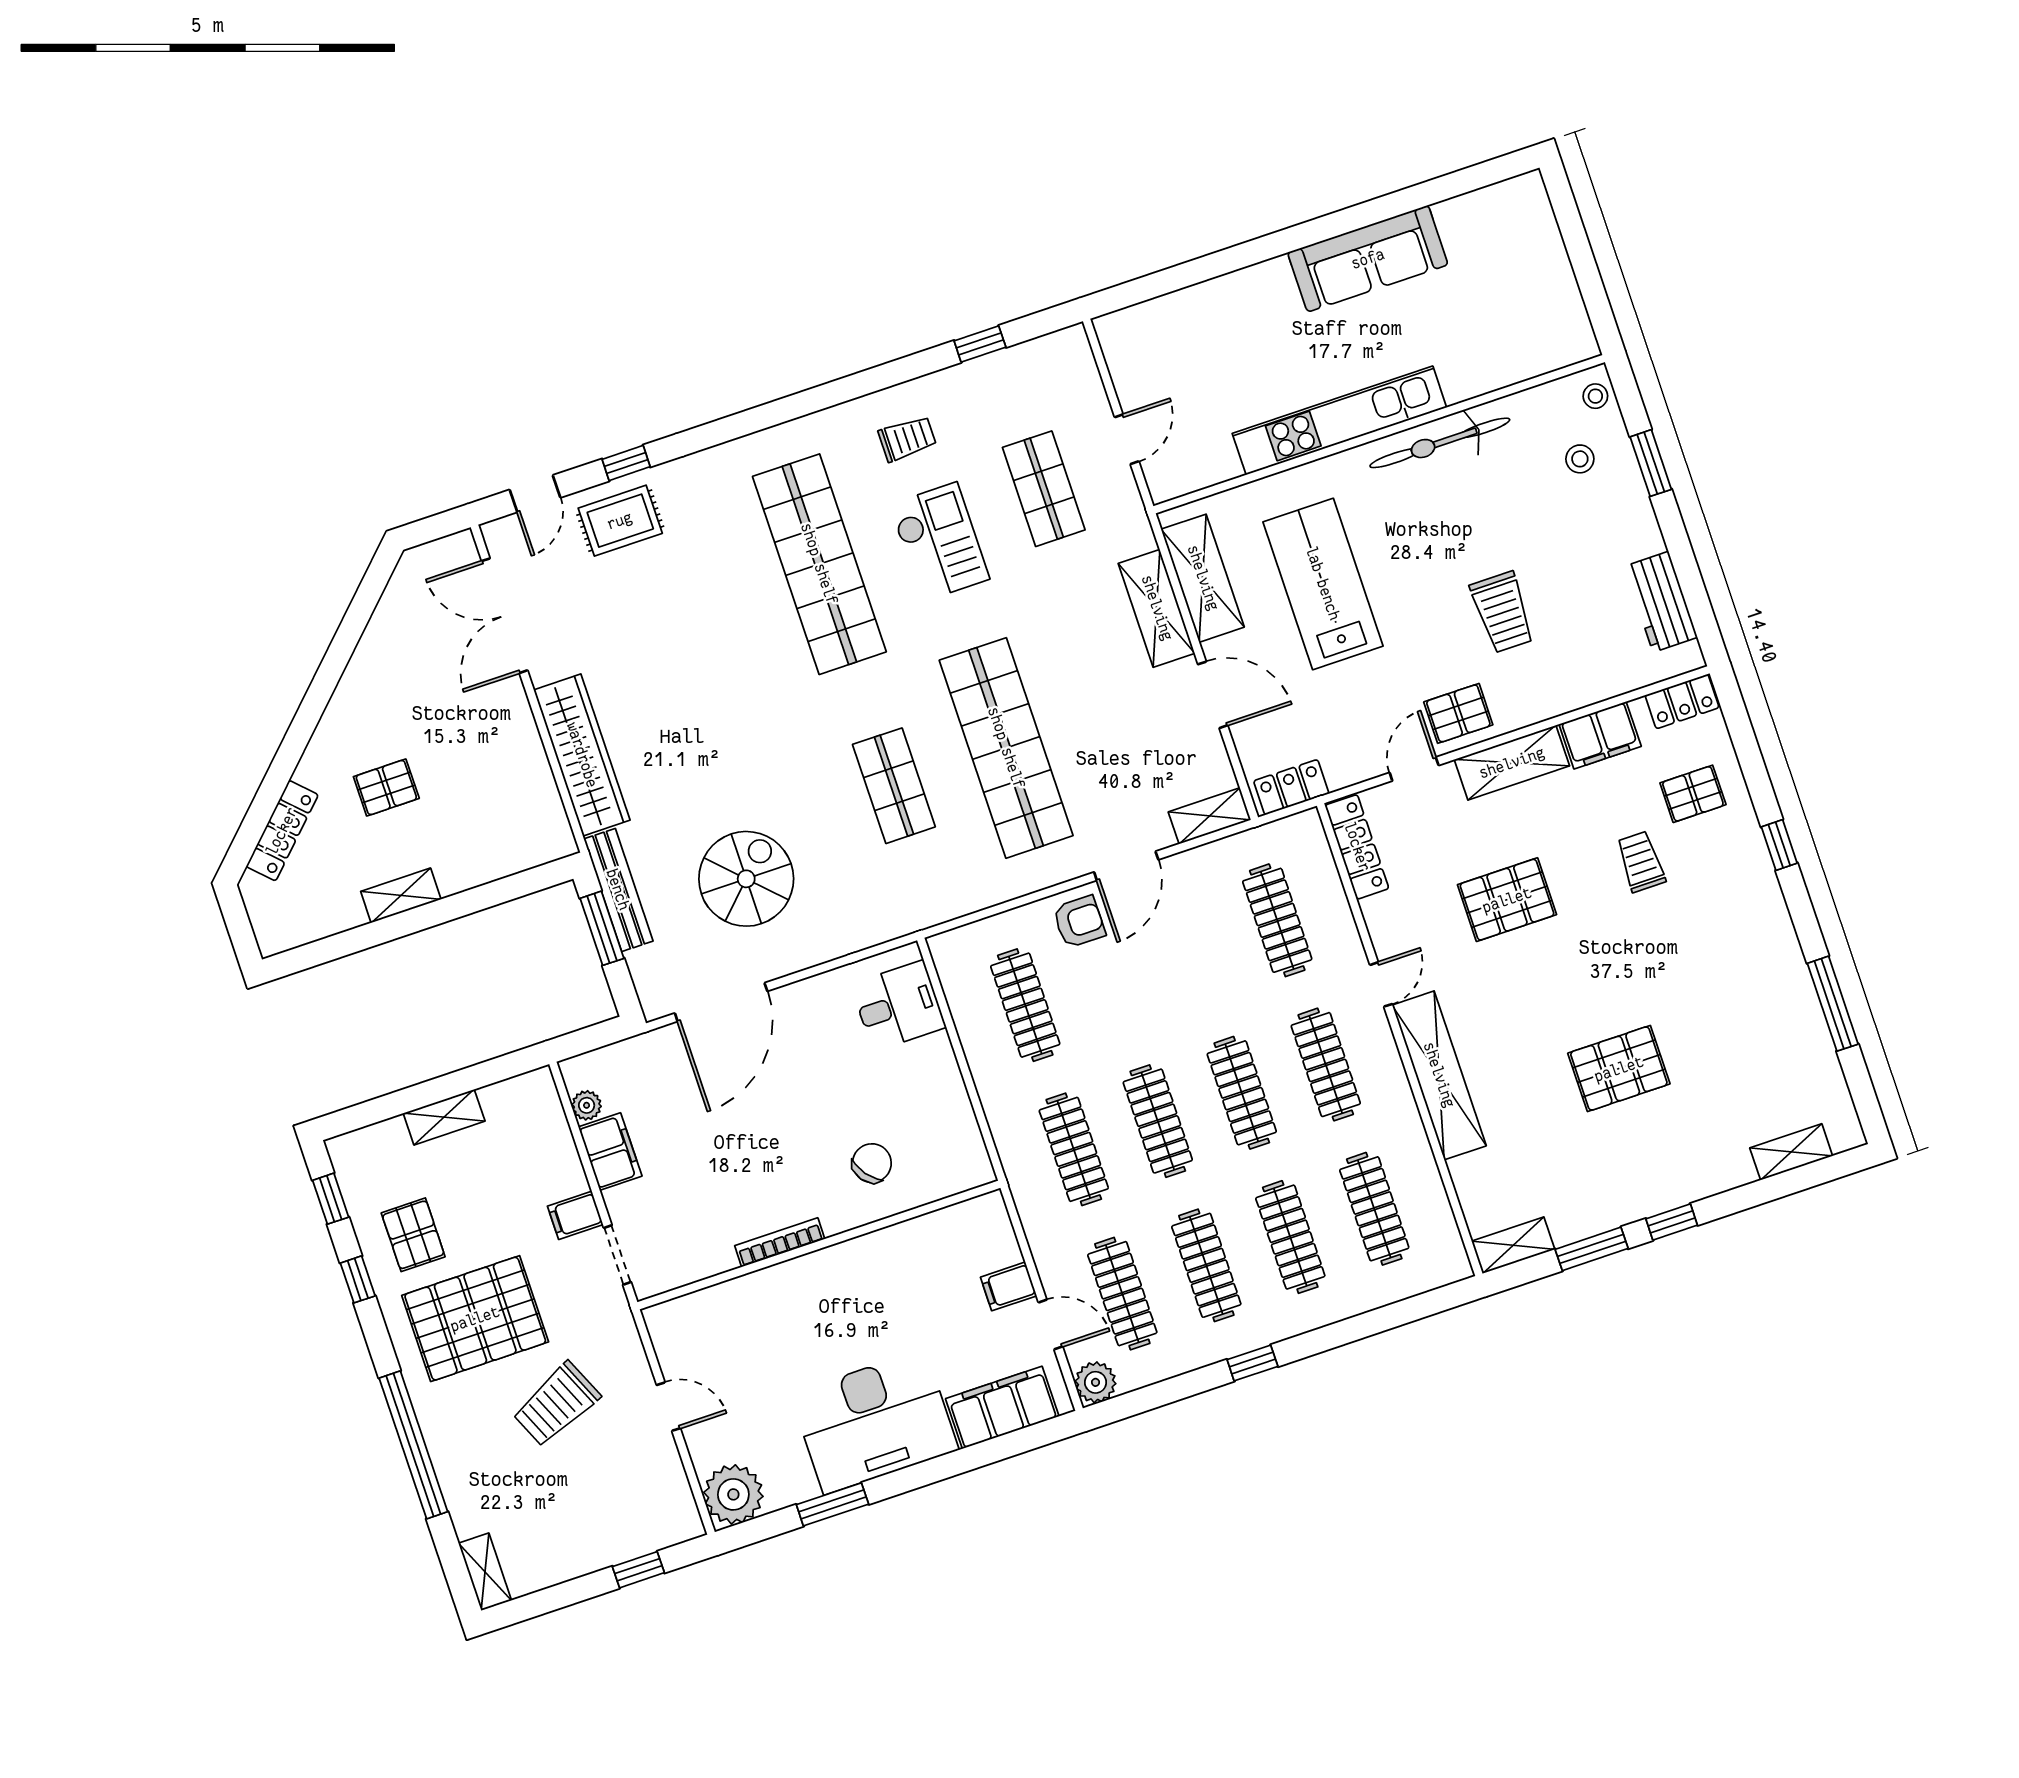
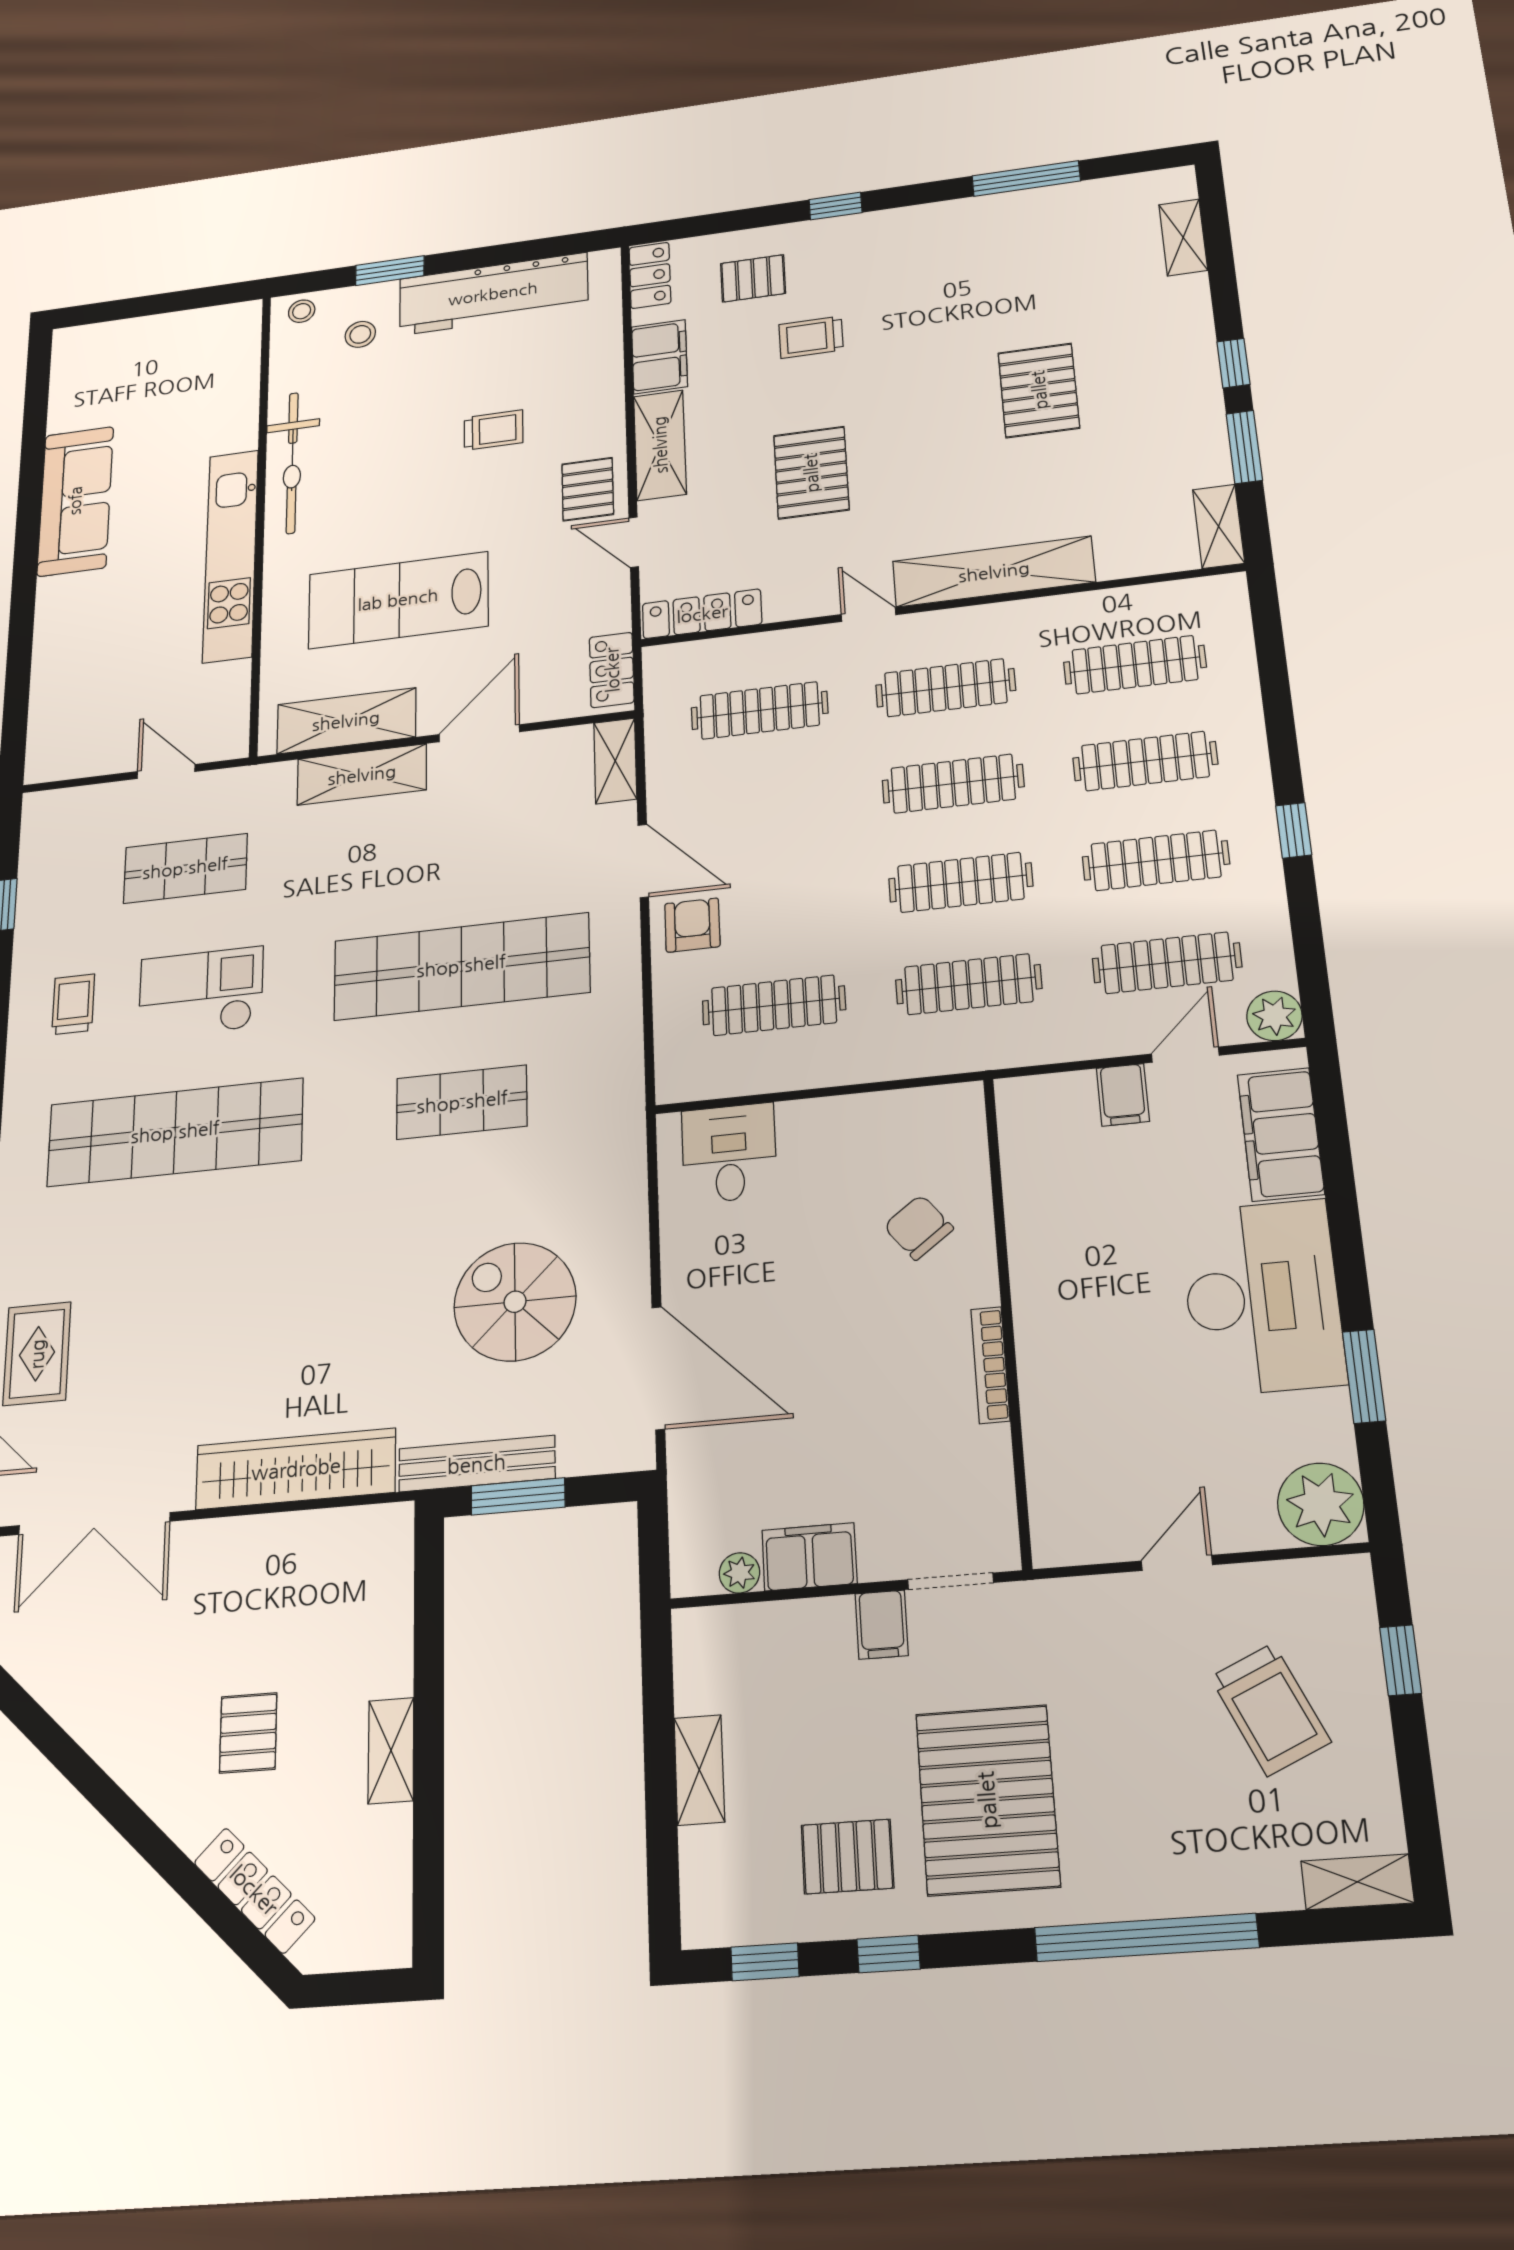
workbench: (1661, 602) -> (493, 294), width x1.88, depth x1.32
trolley: (1502, 612) -> (493, 430), width x0.73, depth x0.72
pallet: (1693, 794) -> (753, 278), turned 90
trolley: (556, 1404) -> (1270, 1709), moved

